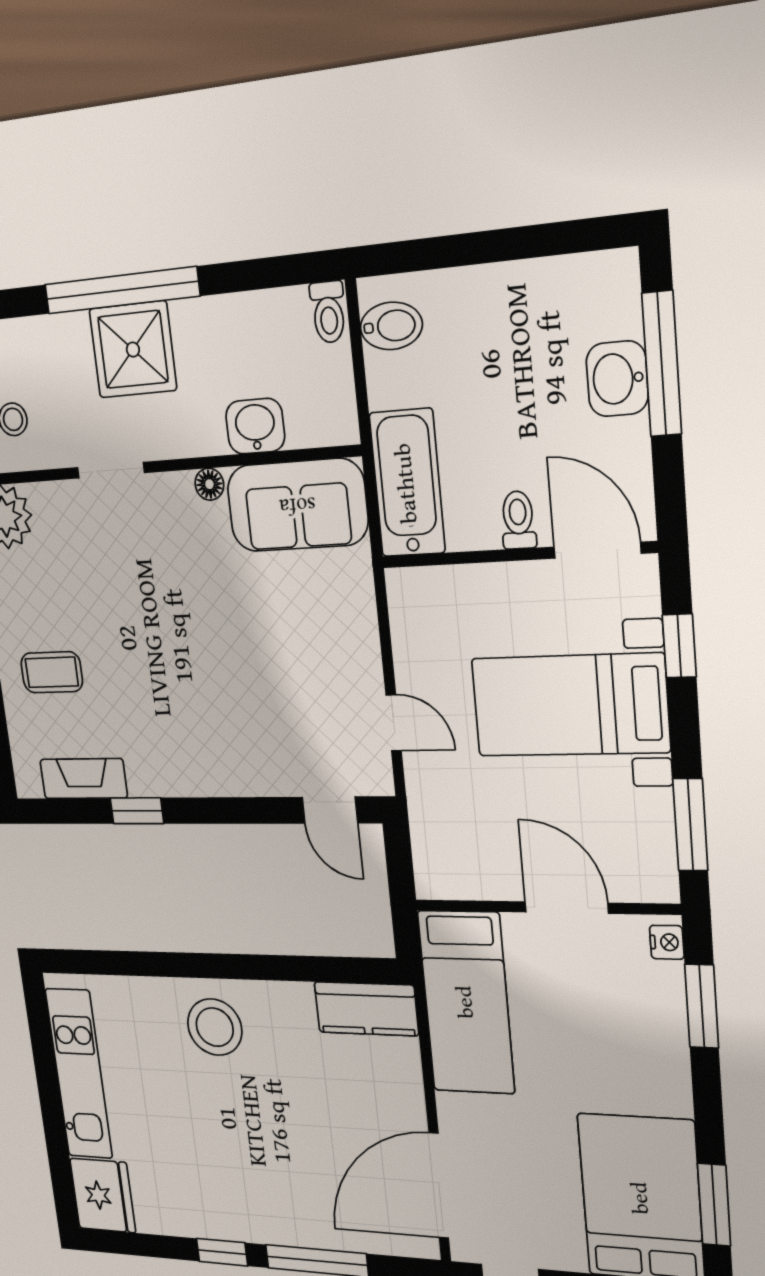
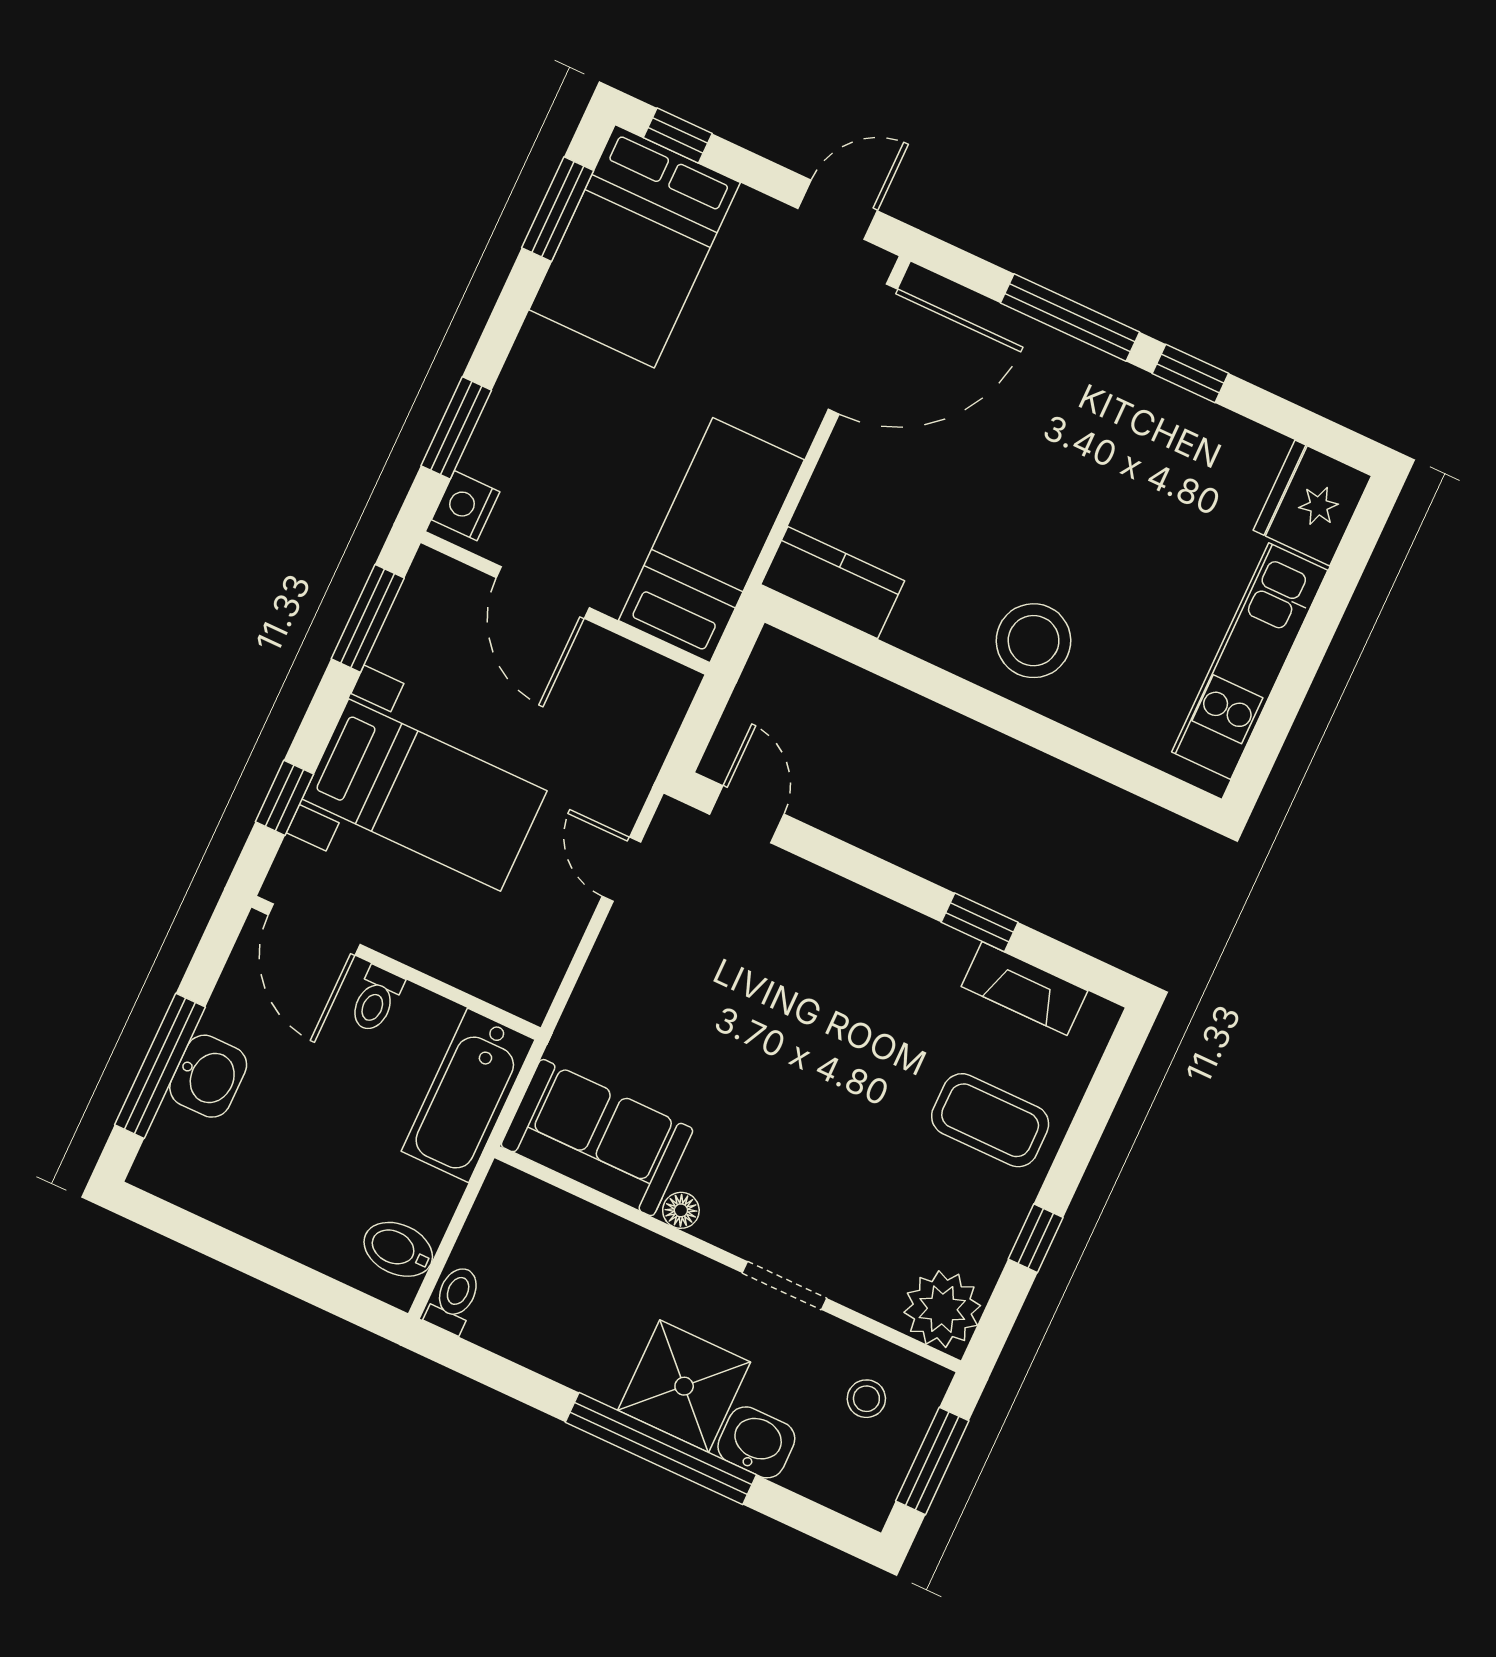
washbasin: (255, 426) -> (756, 1442), moved, turned 180
coffee table: (52, 672) -> (990, 1120), width x1.36, depth x1.30
nightstand: (667, 942) -> (466, 506), width x1.39, depth x1.35

